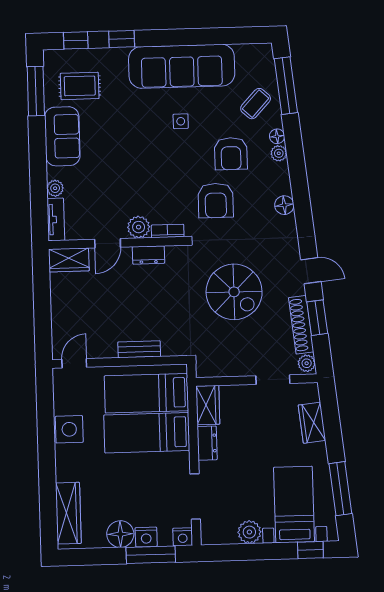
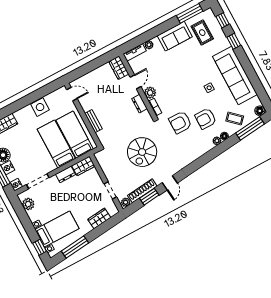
floor lamp: (284, 205) -> (260, 111), moved
door: (108, 243) -> (135, 82), swing flipped
plant: (249, 532) -> (28, 204), moved

